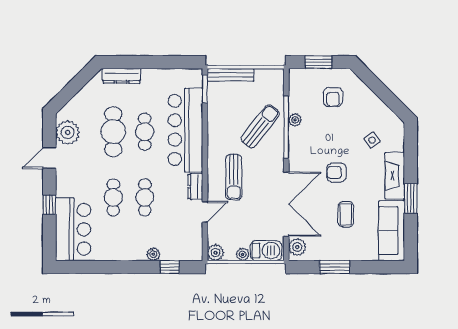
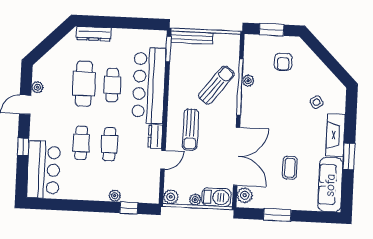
plant: (68, 132) -> (37, 87), width x0.53, depth x0.53
armchair: (337, 172) -> (283, 130), removed

